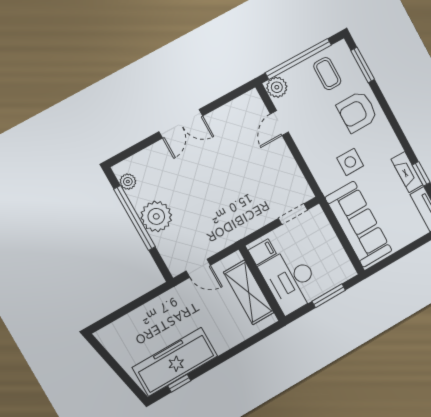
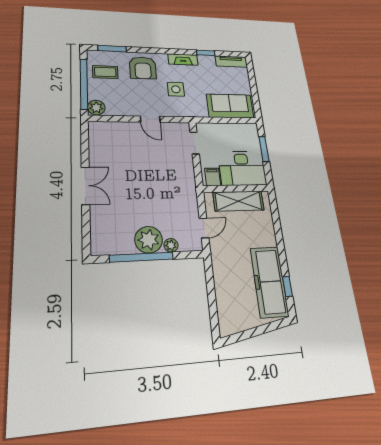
door: (279, 123) -> (150, 119), moved
fireplace: (407, 172) -> (183, 59), moved
plant: (128, 182) -> (171, 245), moved
sofa: (359, 224) -> (230, 106), width x0.73

